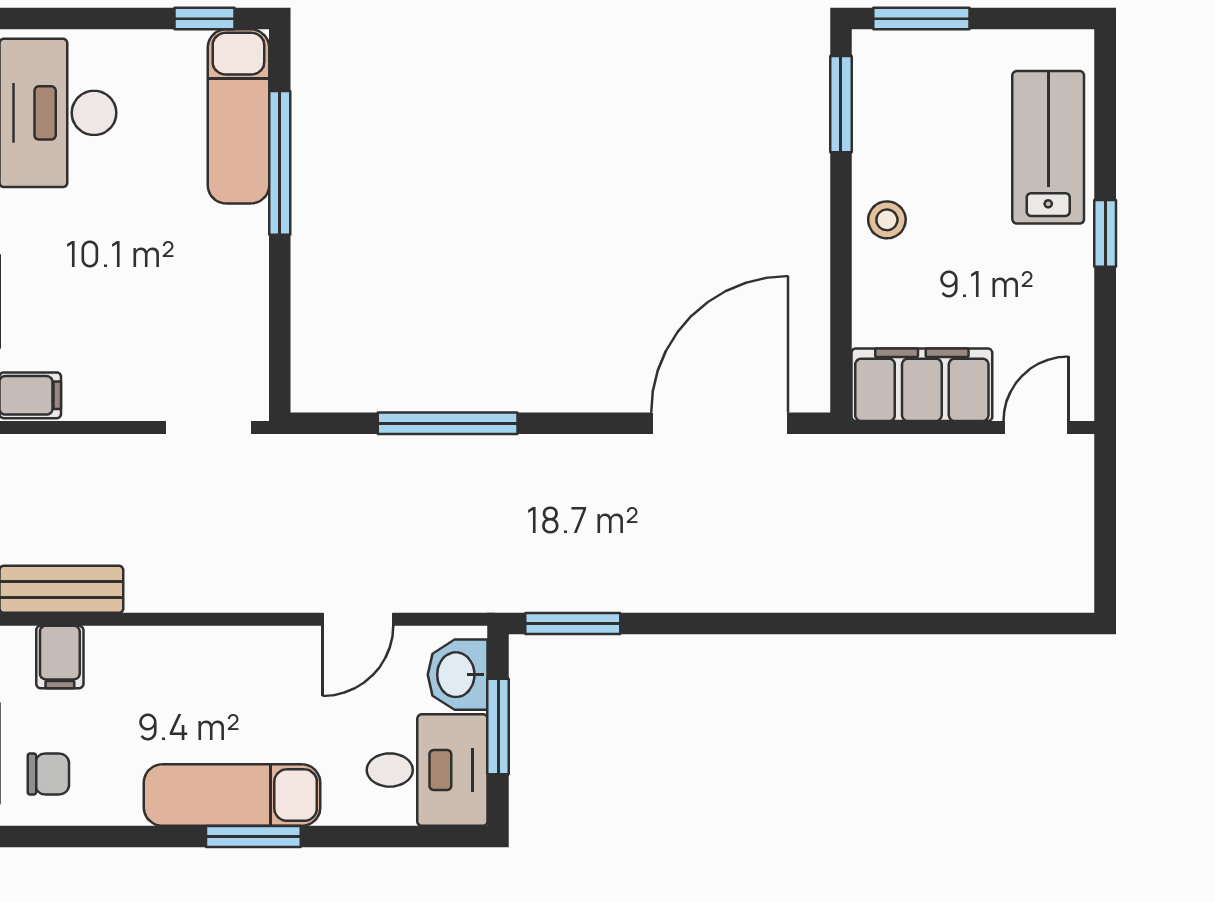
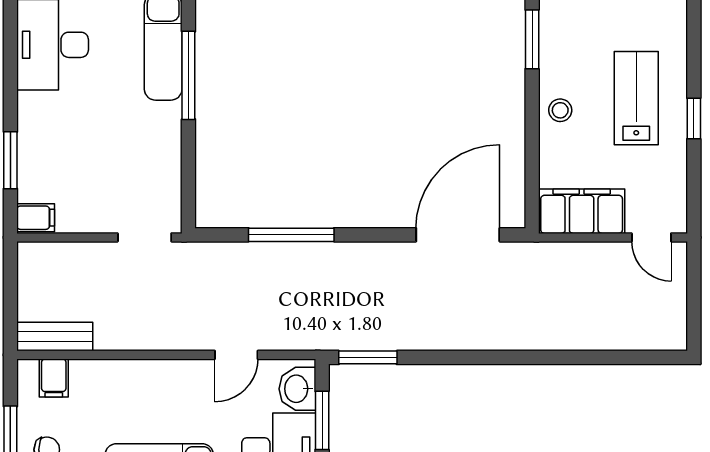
lab bench: (1048, 147) -> (636, 98), moved
door: (1036, 428) -> (651, 237), swing flipped

